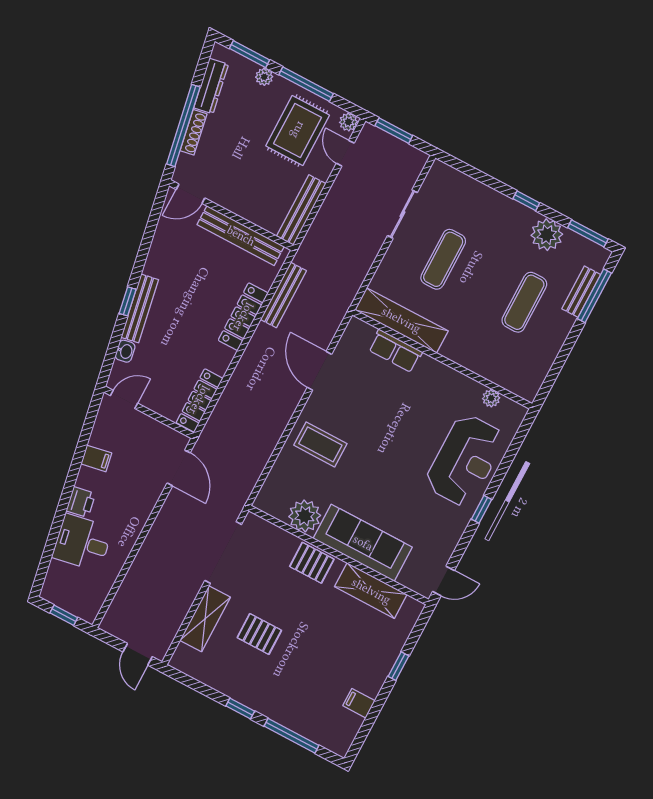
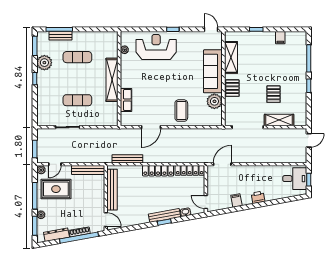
locker: (243, 317) -> (158, 171), moved
shelving: (401, 320) -> (112, 80), moved
desk: (82, 543) -> (295, 179), moved, turned -80

